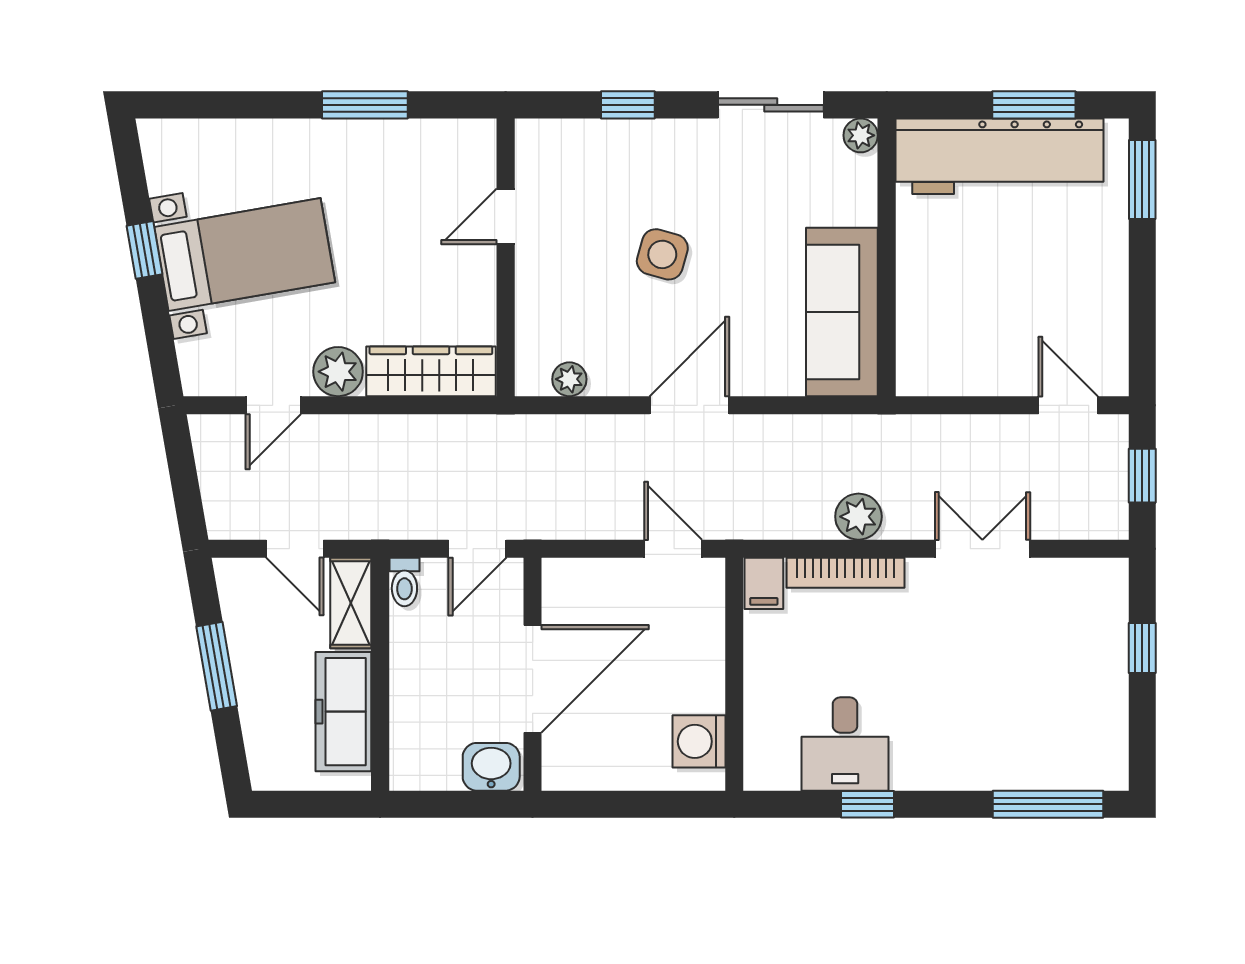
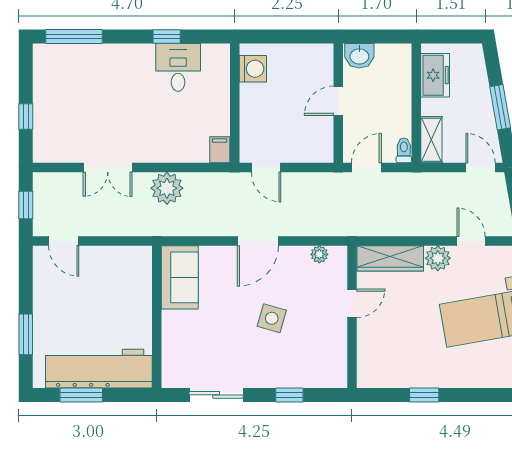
window: (365, 105) -> (424, 395), width x0.67
plant: (861, 135) -> (170, 379), removed
window: (1142, 180) -> (26, 334), moved
door: (506, 216) -> (352, 303), moved
sofa: (842, 312) -> (180, 277), width x0.73
door: (273, 405) -> (471, 241), hinge flipped
plant: (858, 517) -> (167, 188), width x1.36, depth x1.36
door: (295, 549) -> (481, 167), moved
bookcase: (845, 573) -> (178, 155), removed
door: (533, 679) -> (338, 101), width x0.53
freezer: (343, 712) -> (435, 75), width x0.71

